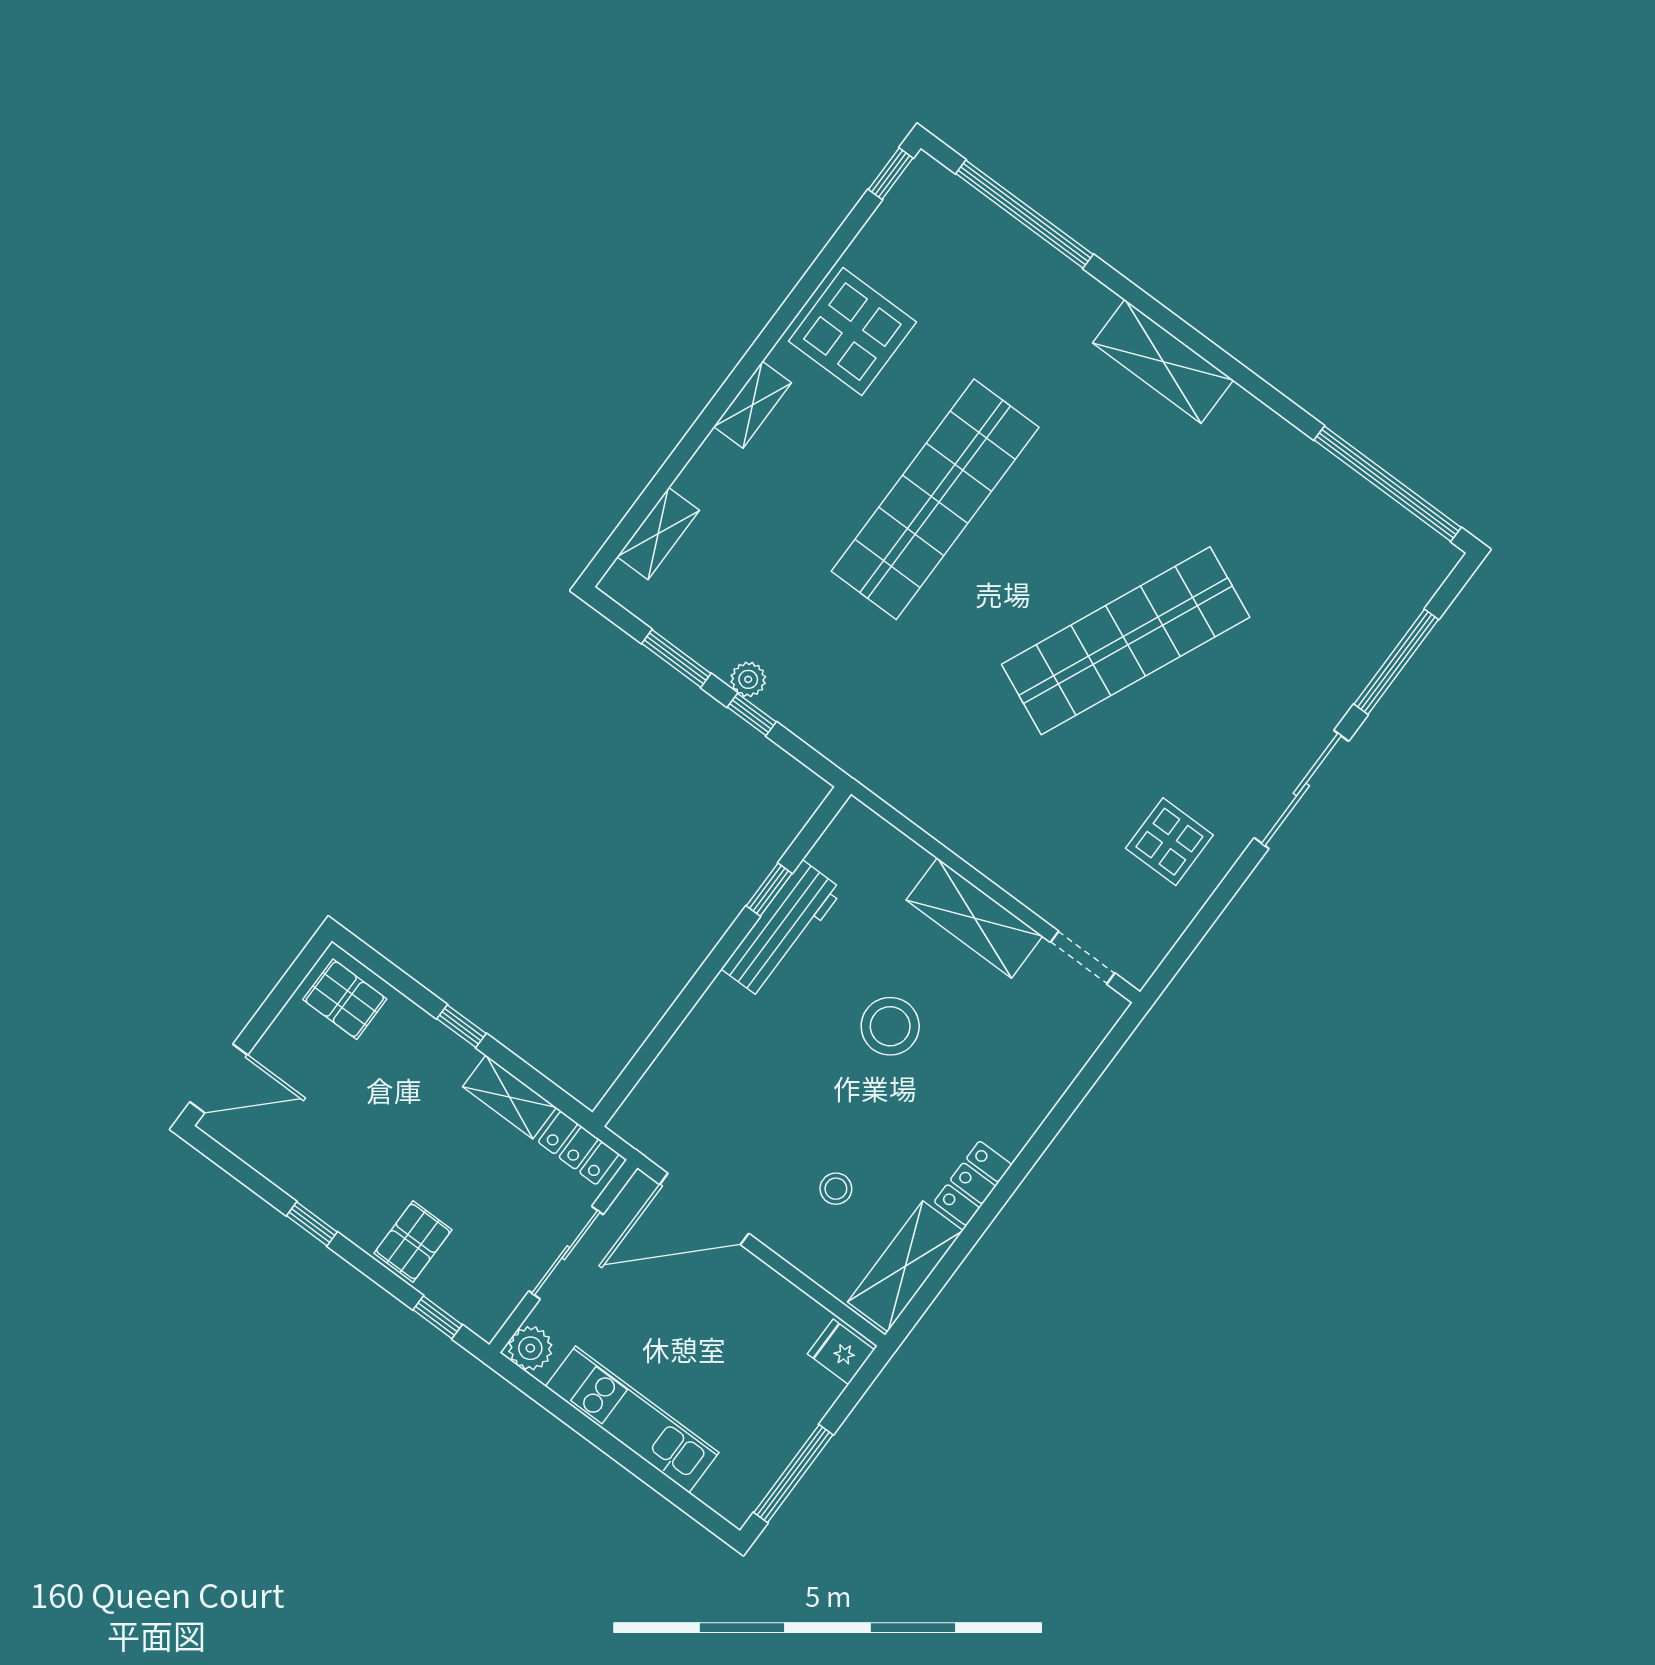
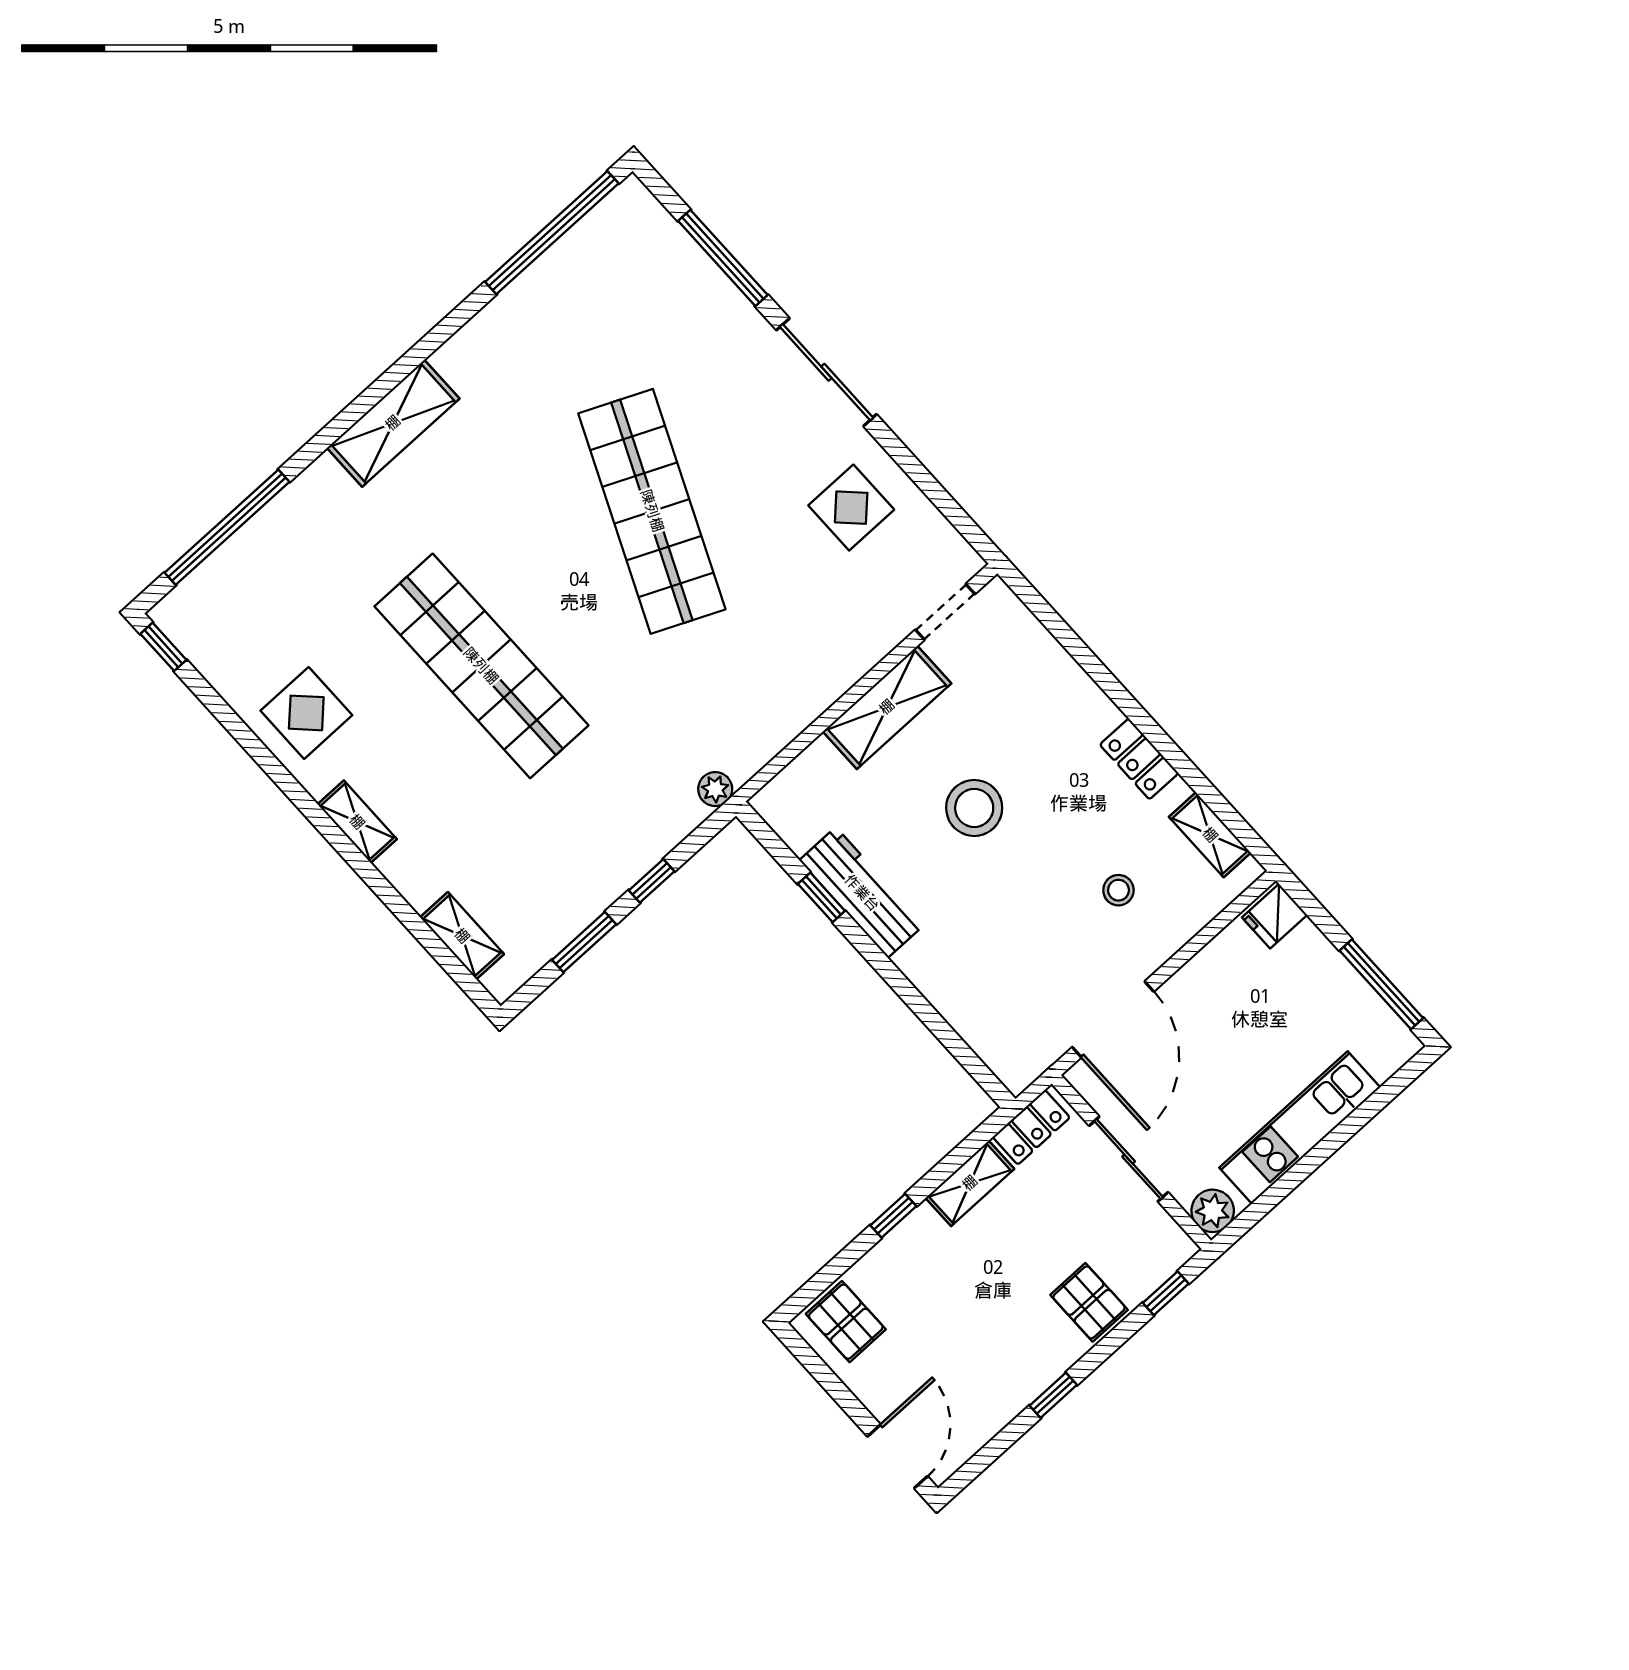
display table: (852, 332) -> (306, 713), width x0.73, depth x0.73
plant: (748, 679) -> (715, 789), moved
pallet: (345, 999) -> (846, 1322), turned 90
shelving: (905, 1266) -> (1210, 835), width x0.67, depth x0.75

